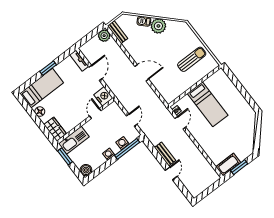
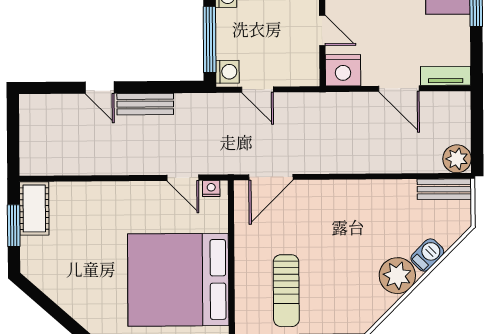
door: (142, 73) -> (271, 177), moved
bed: (208, 104) -> (178, 280), width x2.04
washing machine: (122, 143) -> (227, 72), moved

